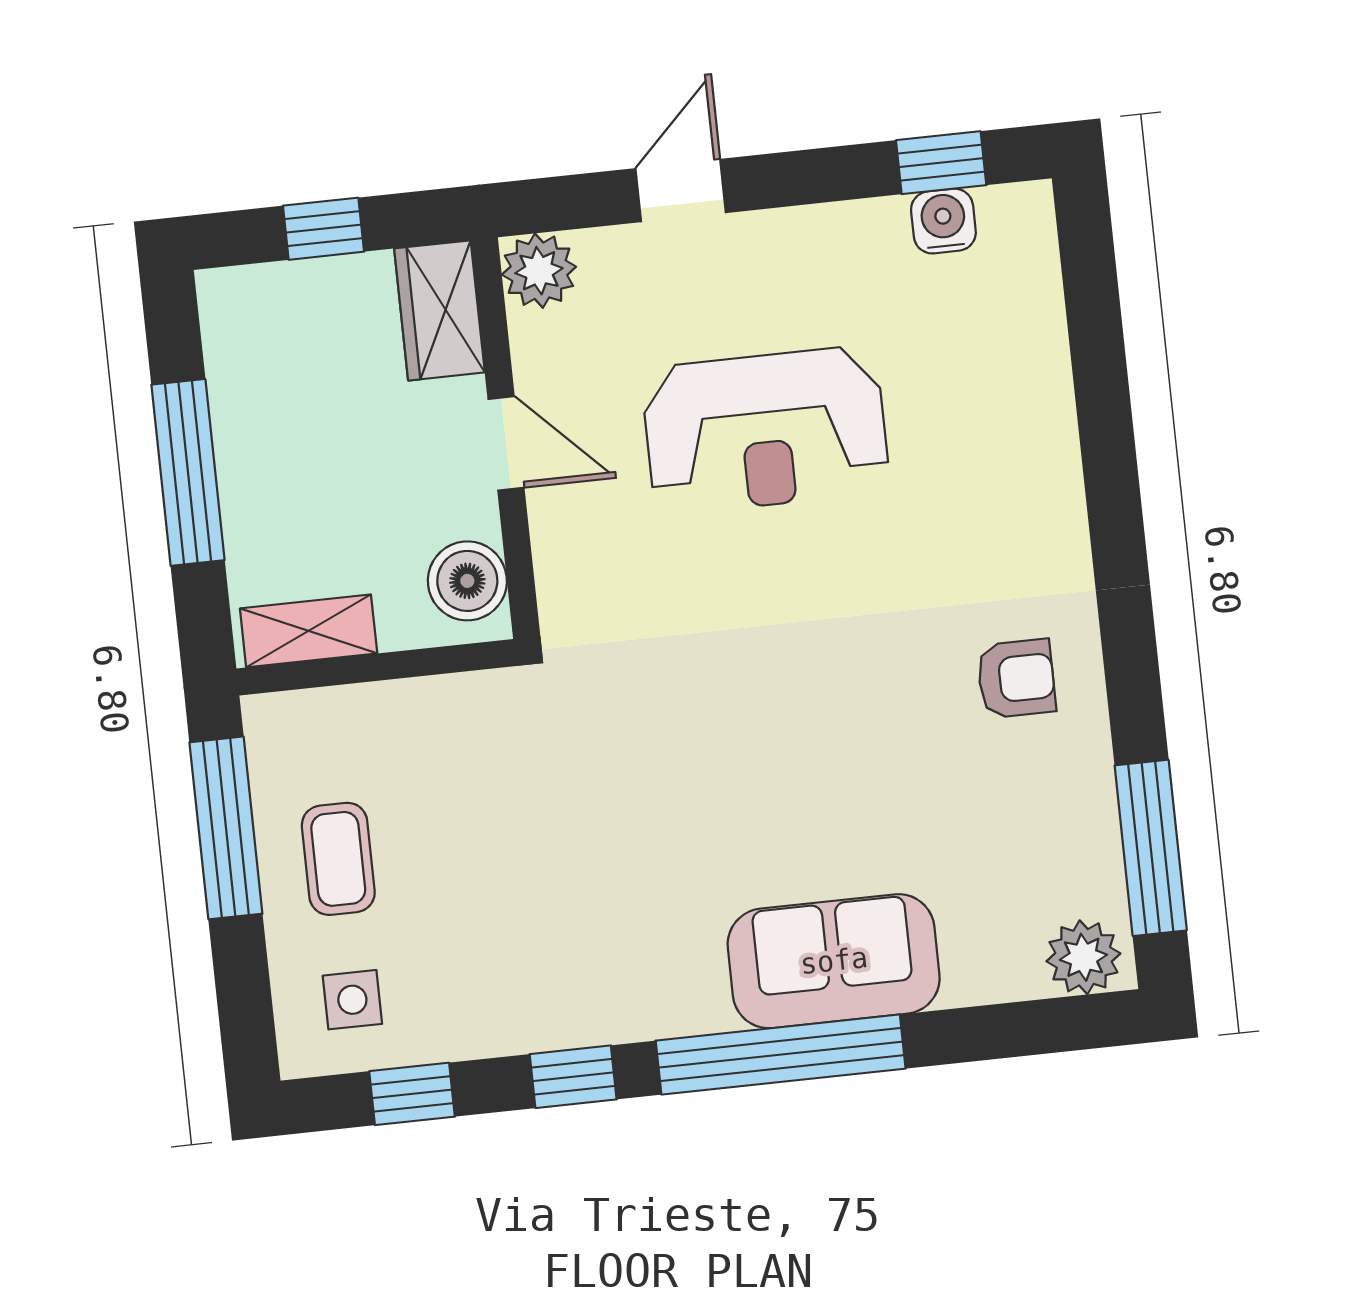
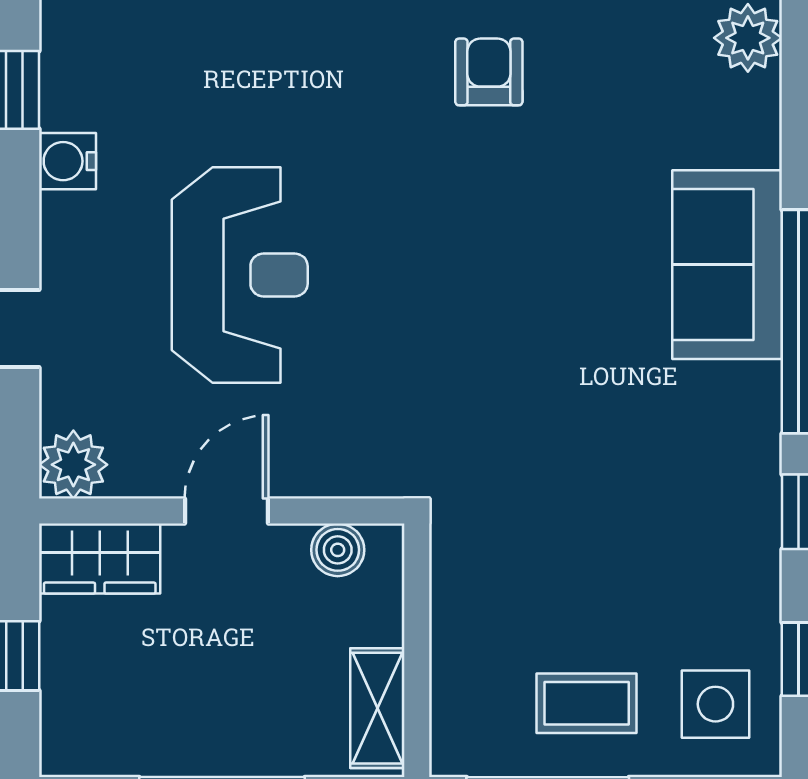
water cooler: (943, 221) -> (68, 161), moved
boiler: (467, 581) -> (338, 550), width x0.73, depth x0.73
side table: (352, 1000) -> (715, 704), width x1.37, depth x1.37

